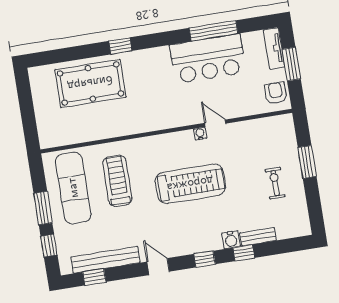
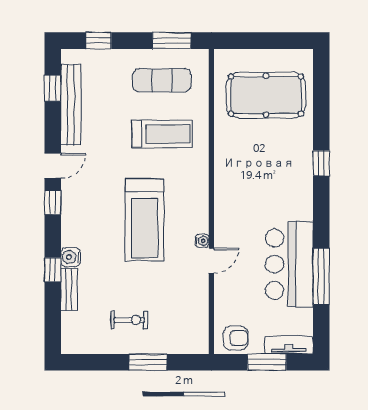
pool table: (90, 83) -> (266, 95), moved, turned 90
exercise mat: (73, 188) -> (162, 80), width x0.73, depth x0.69
window: (43, 208) -> (172, 41), moved
window: (205, 259) -> (53, 202), moved

